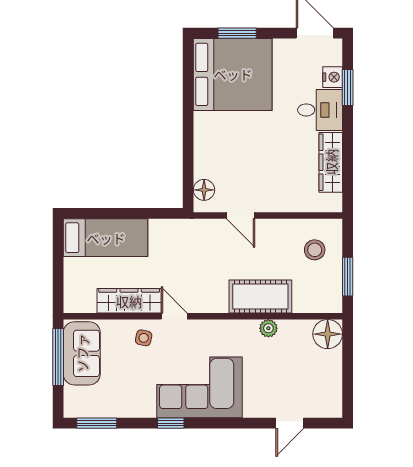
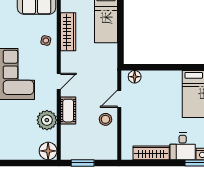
stool: (315, 250) -> (105, 119), moved
cot: (260, 296) -> (68, 111), width x0.73, depth x0.75
door: (174, 316) -> (59, 81), moved
plant: (268, 328) -> (47, 120), width x1.88, depth x1.88

